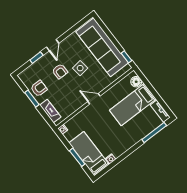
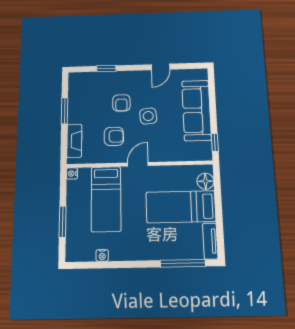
door: (53, 45) -> (161, 67), moved
sofa: (102, 47) -> (196, 110), width x0.74, depth x0.79
armchair: (39, 88) -> (114, 136), moved
door: (94, 99) -> (138, 164), hinge flipped
bed: (89, 154) -> (106, 199), moved, turned 180

